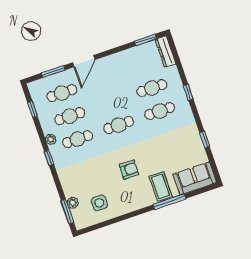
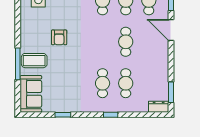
dresser: (165, 52) -> (159, 107), width x0.70
cafe table: (119, 125) -> (126, 42), moved

